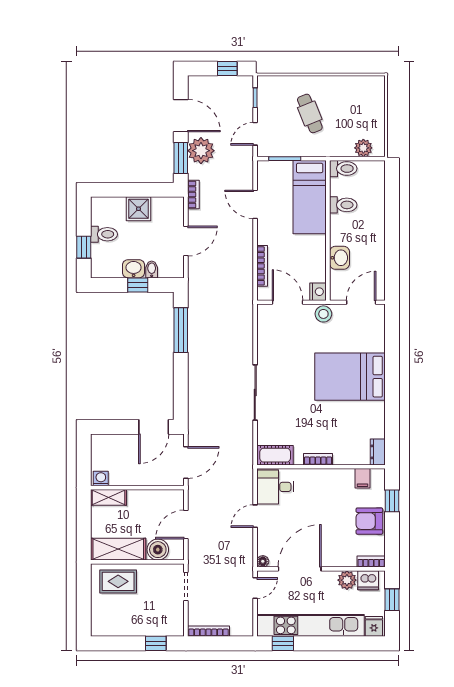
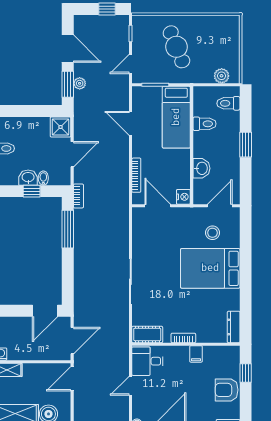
cafe table: (310, 113) -> (176, 47), width x1.37, depth x1.35
plant: (201, 151) -> (80, 83), width x0.53, depth x0.53
toilet: (343, 169) -> (228, 103), moved, turned 180
bookcase: (193, 195) -> (78, 196), moved
shower: (138, 209) -> (61, 127), moved
window: (392, 230) -> (246, 145), added
stool: (323, 314) -> (212, 233), moved
dresser: (378, 452) -> (234, 327), width x1.44
filing cabinet: (362, 478) -> (196, 354), moved
door: (186, 525) -> (72, 379), moved

